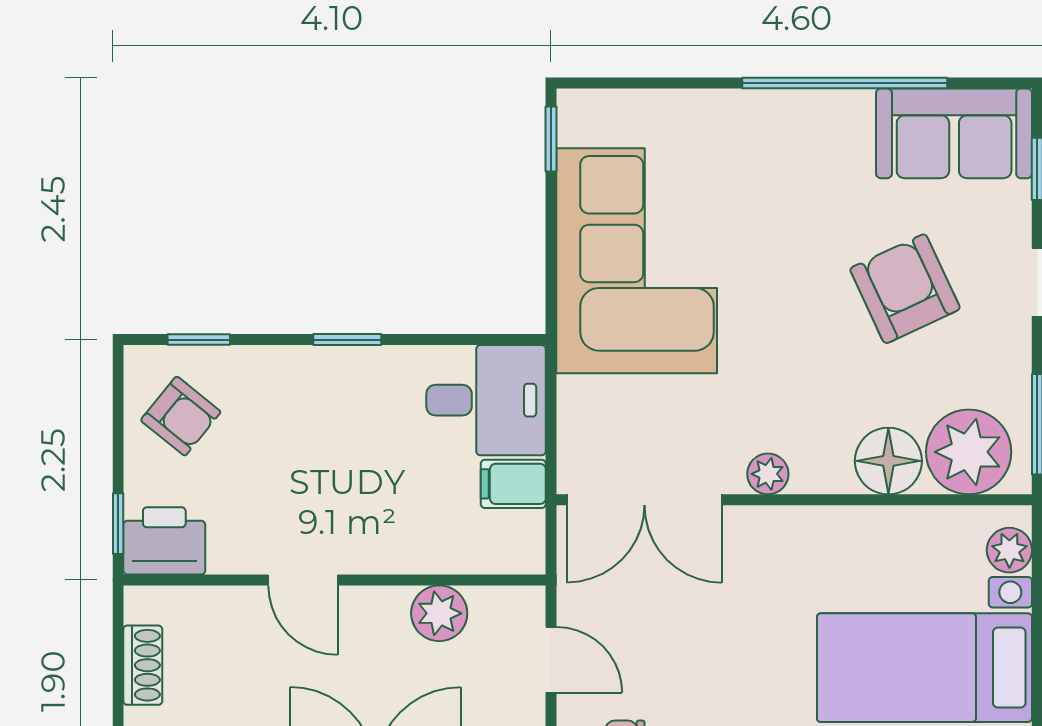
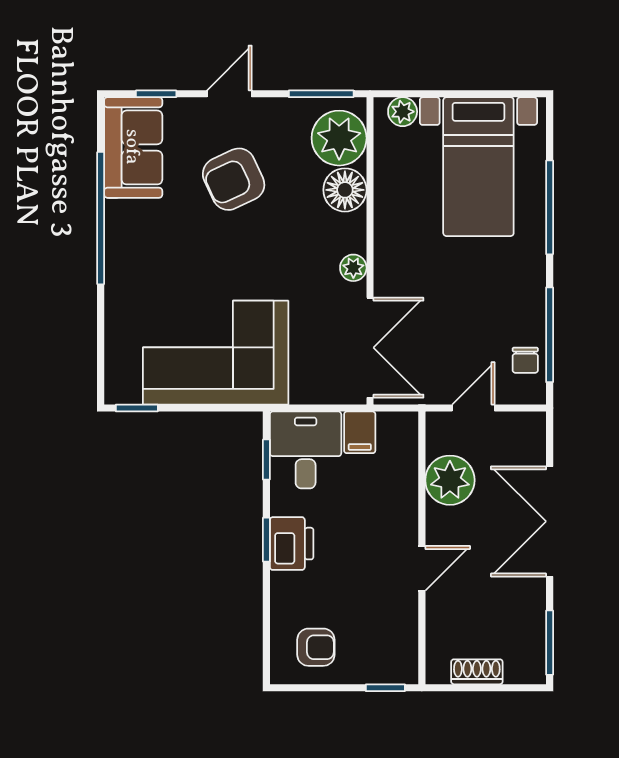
window: (199, 340) -> (266, 460), moved
armchair: (181, 416) -> (316, 647), turned 51
printer: (164, 541) -> (292, 544), moved, turned 180
plant: (439, 613) -> (450, 480), width x1.36, depth x1.36

